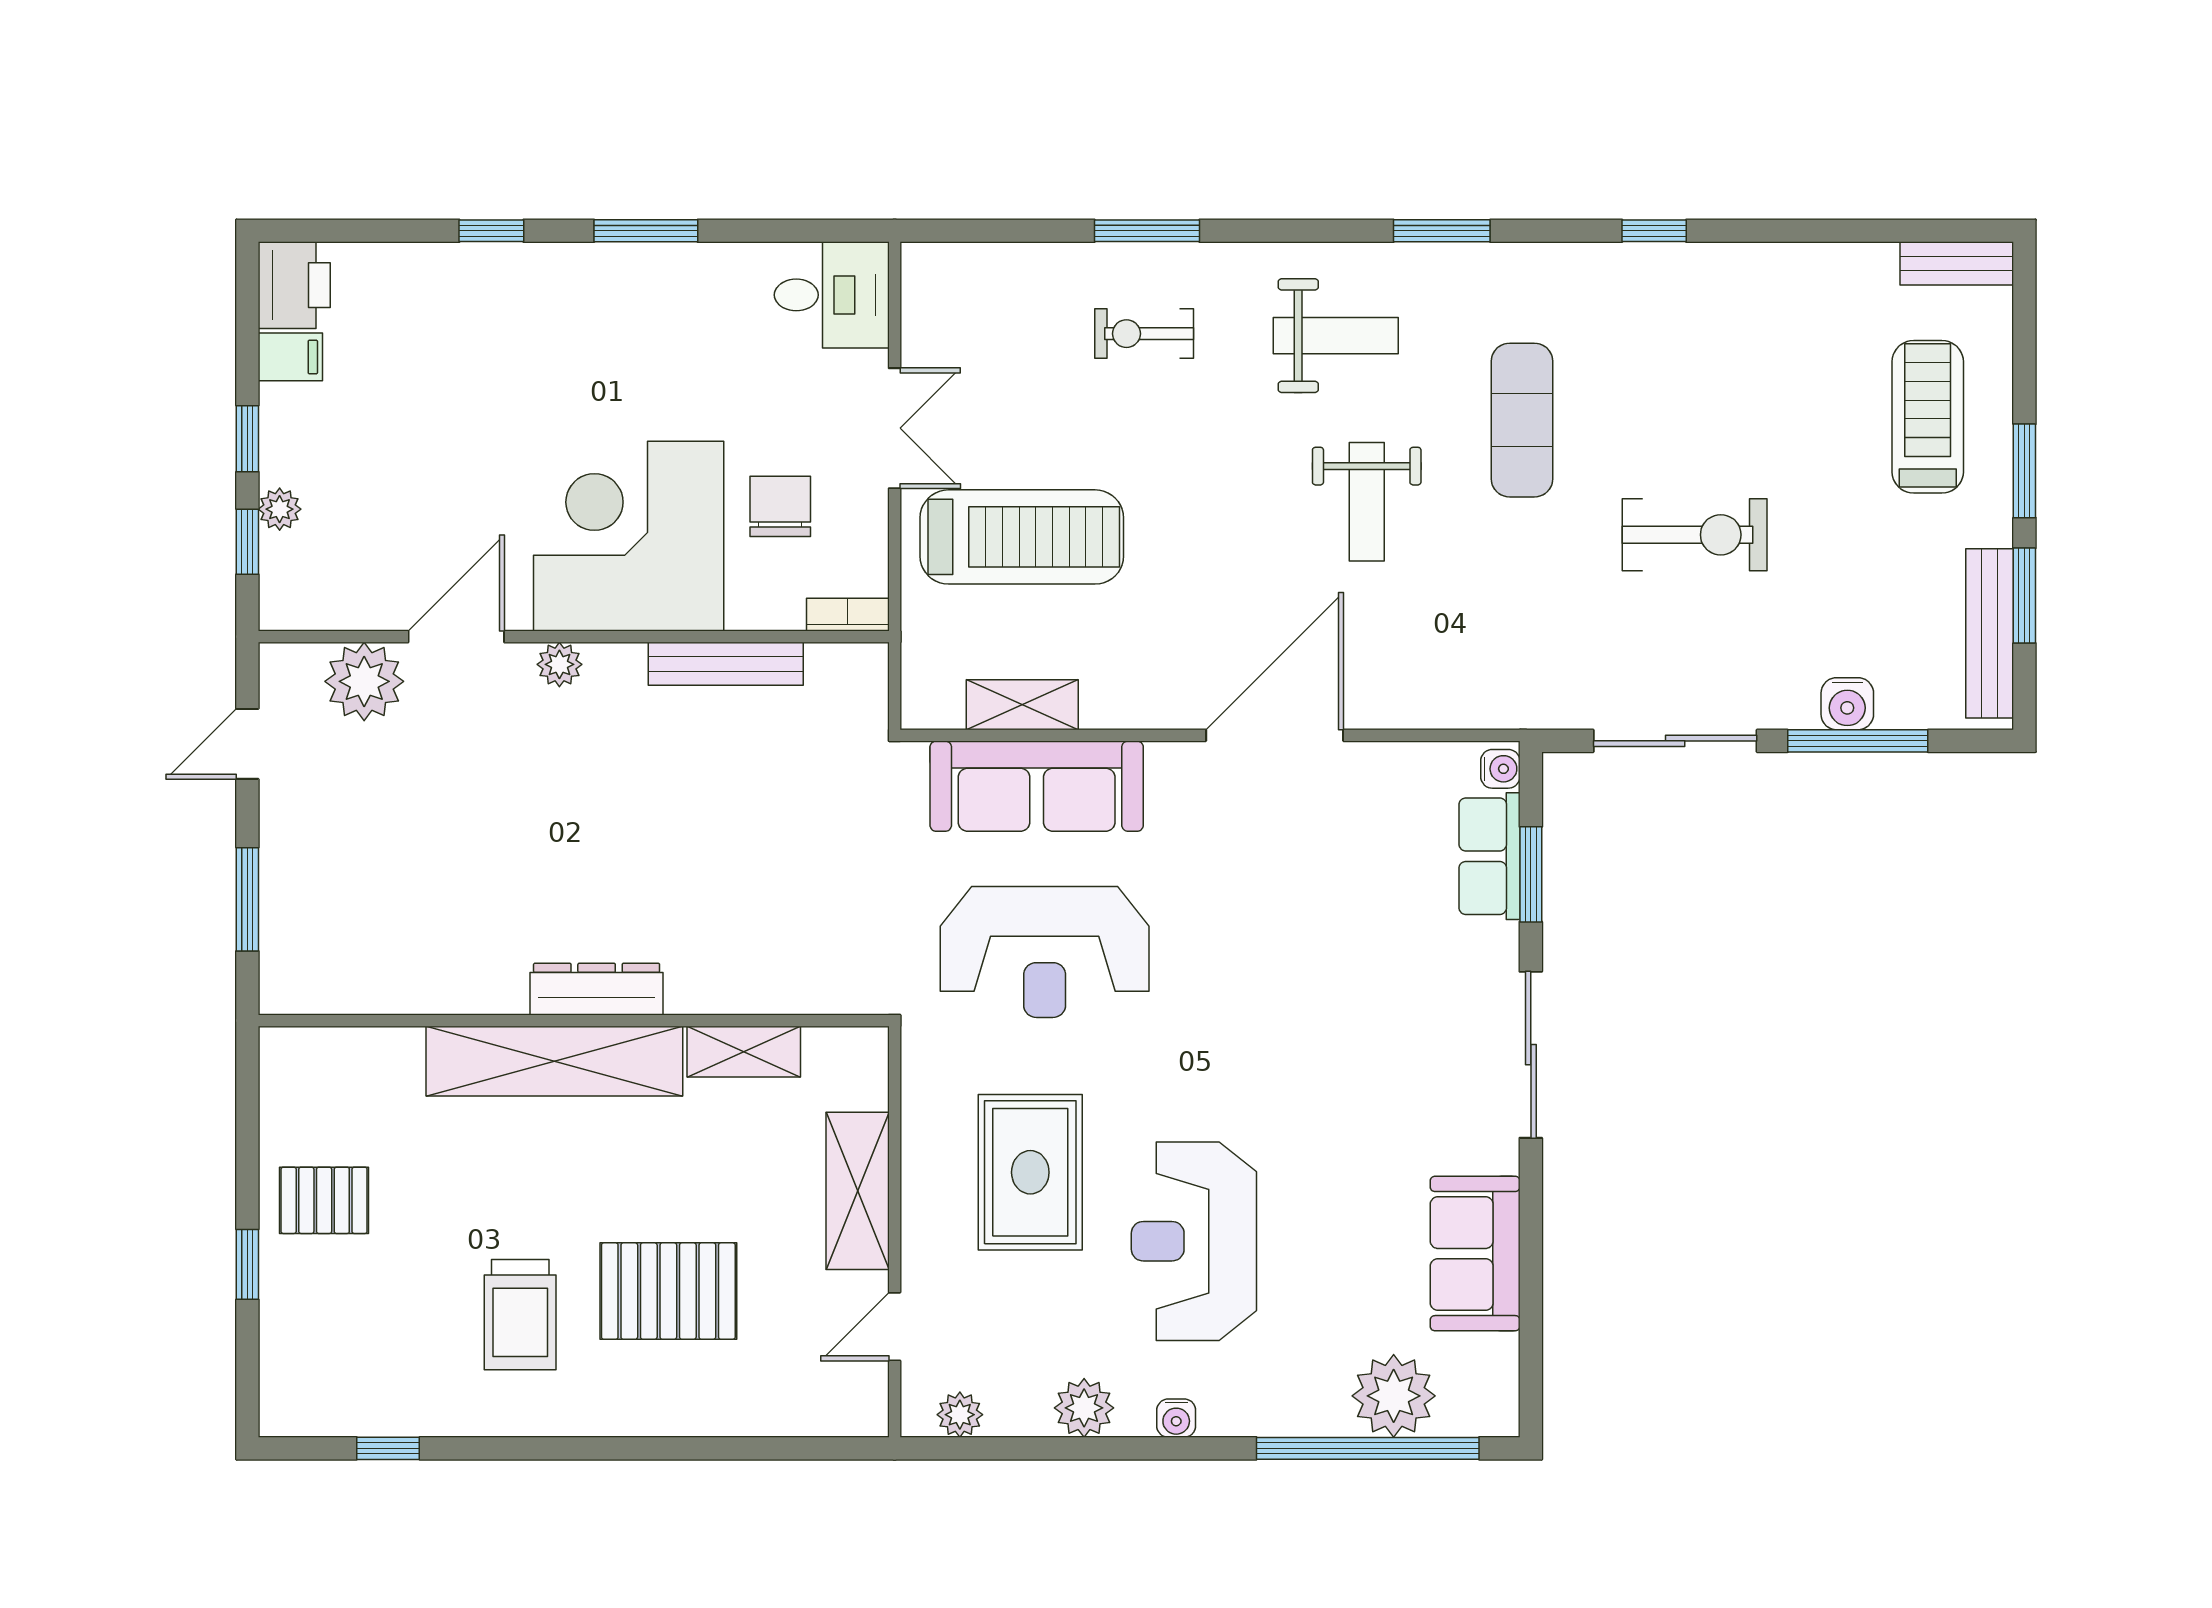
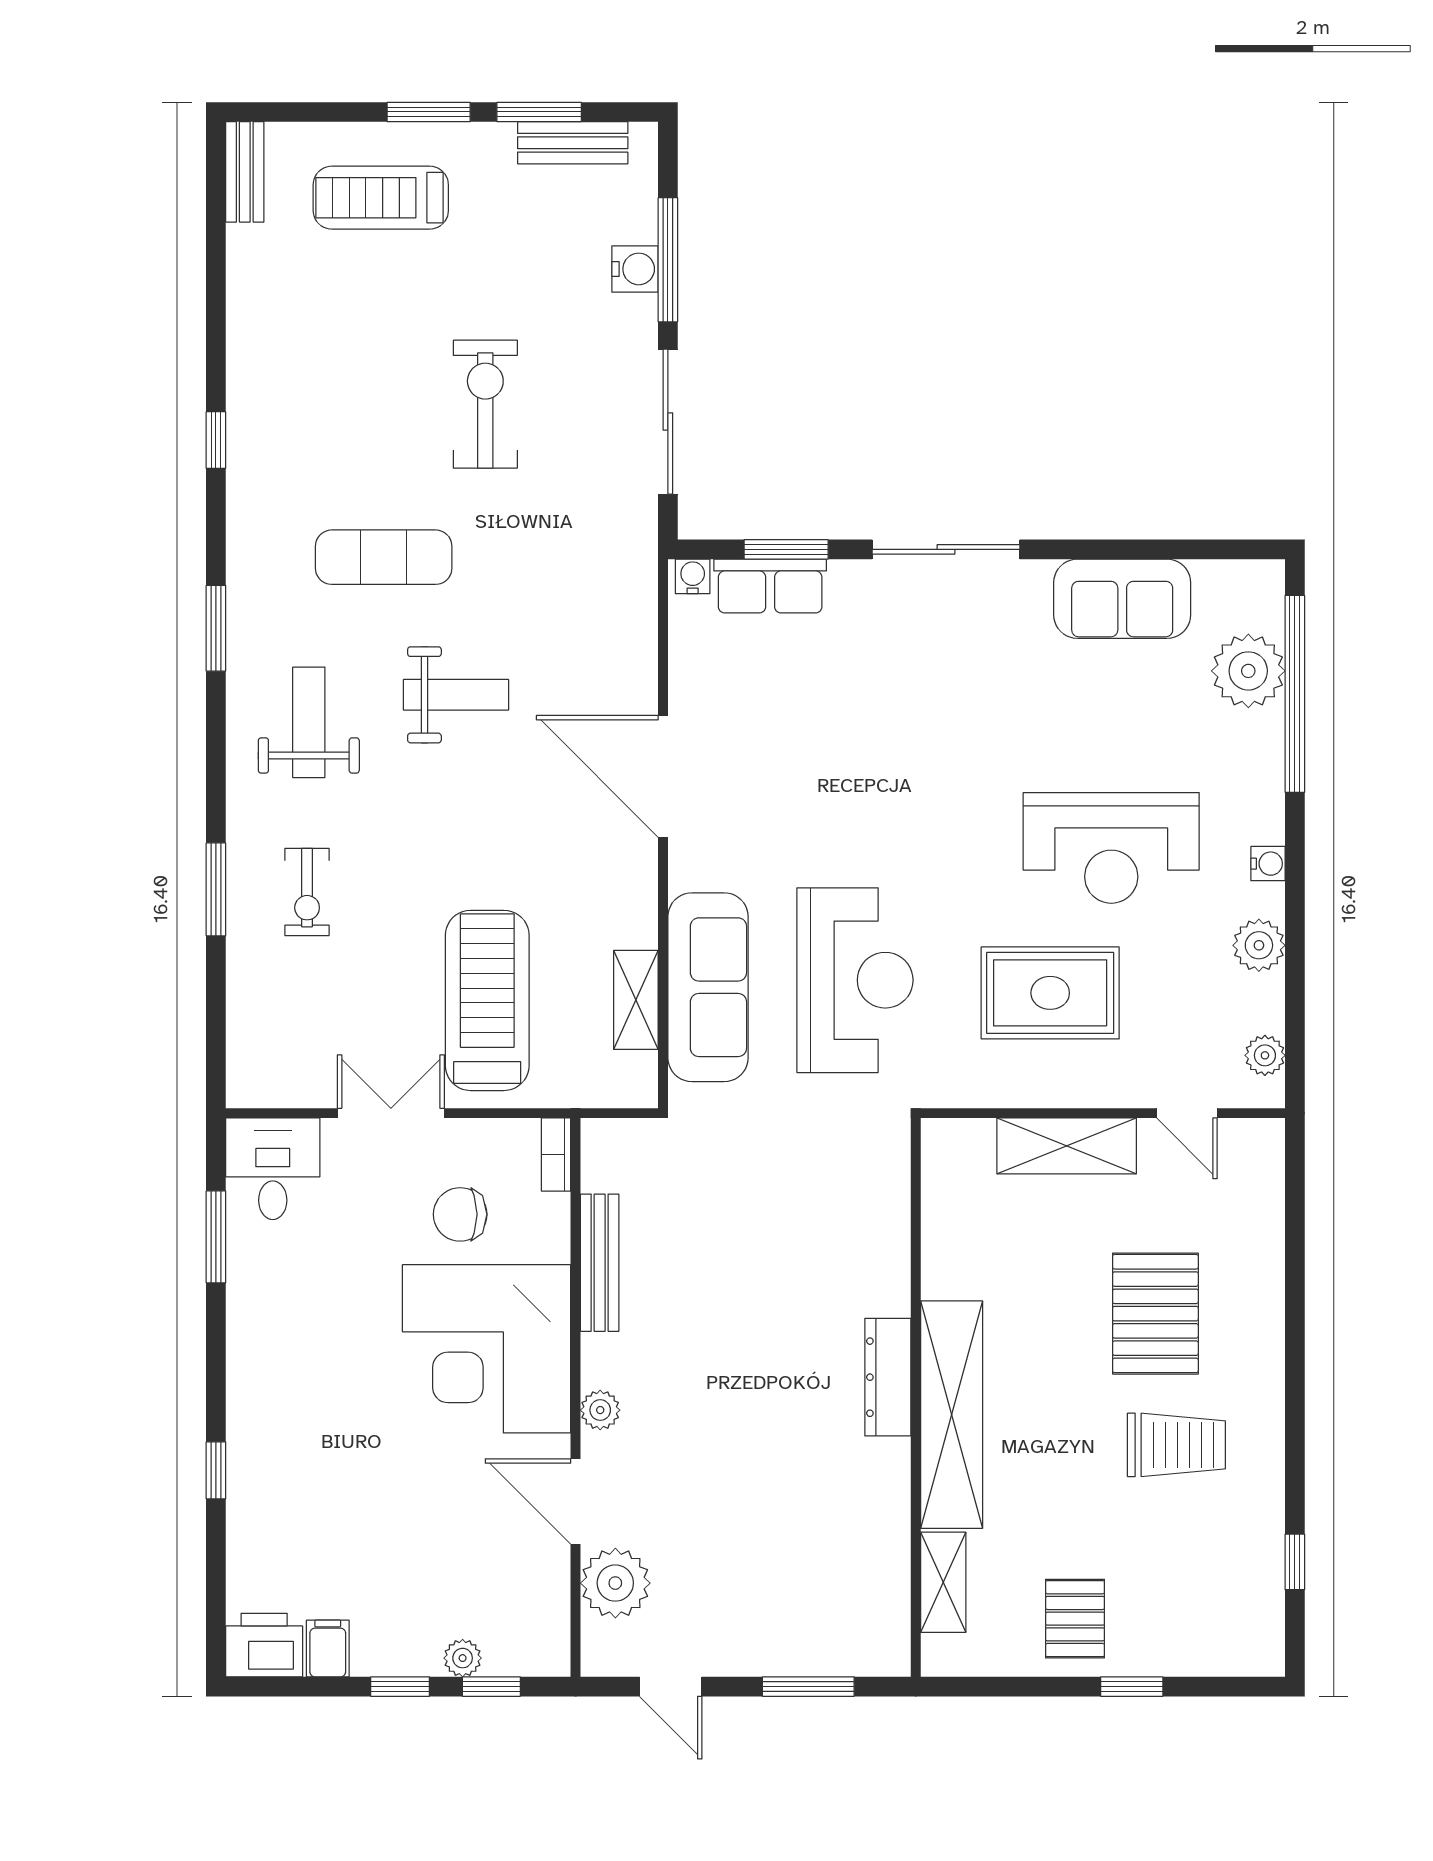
window: (646, 231) -> (216, 1237), moved
bench: (1990, 633) -> (573, 143), width x0.73
shelving: (744, 1052) -> (943, 1582), moved

